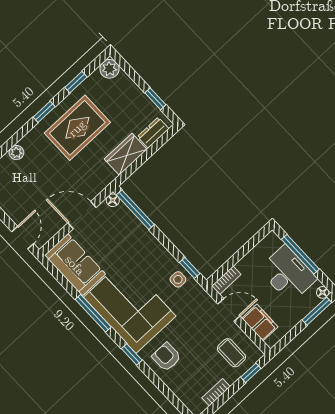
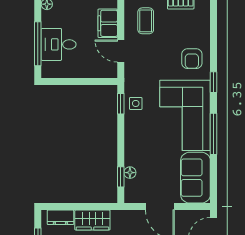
floor lamp: (113, 200) -> (130, 173), moved
window: (135, 210) -> (121, 177), width x0.46
desk: (288, 274) -> (59, 44), width x0.73
bookcase: (226, 280) -> (104, 73), removed

